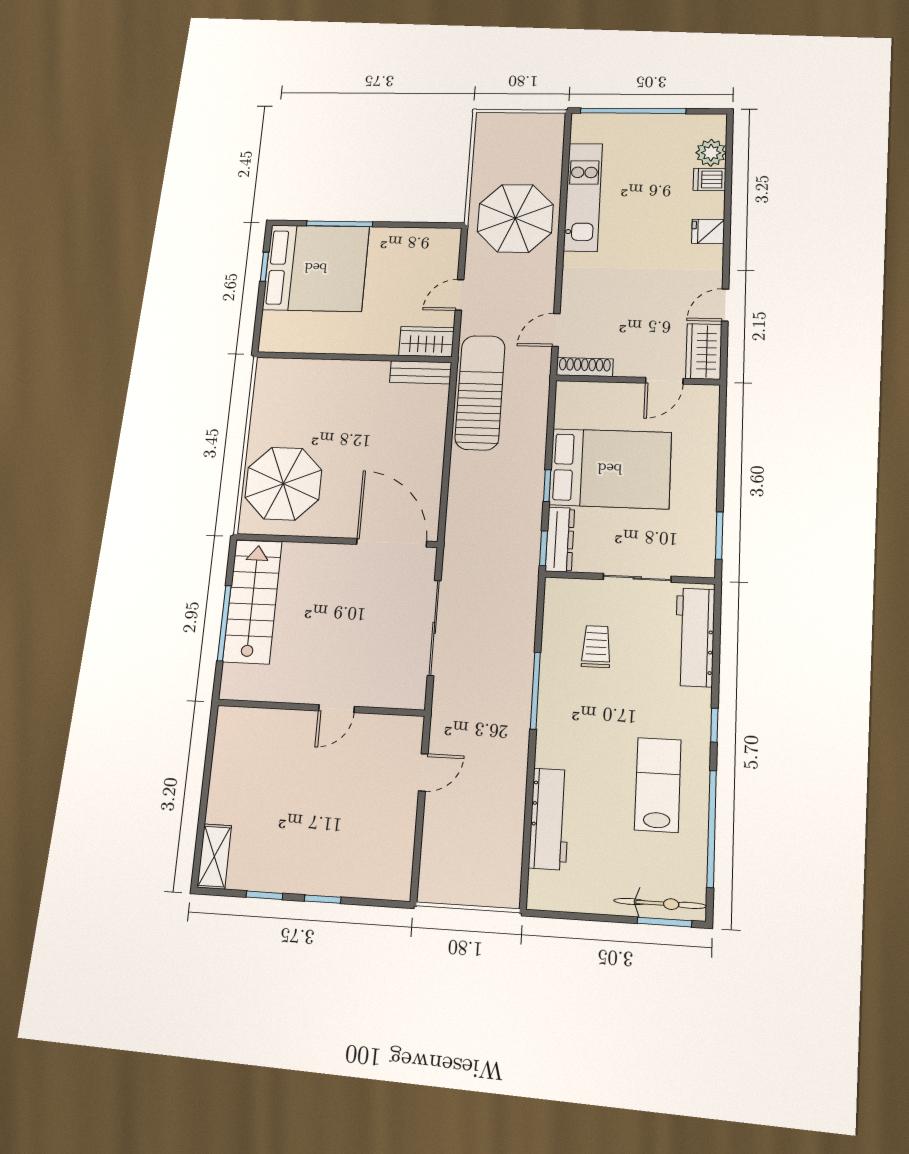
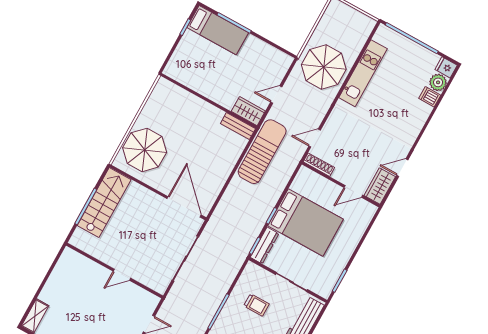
fridge: (708, 231) -> (446, 67), moved
bed: (316, 268) -> (218, 30), width x0.49
trolley: (596, 647) -> (256, 305), turned 90

